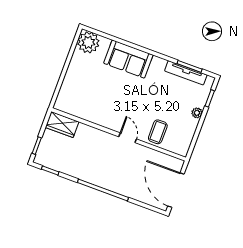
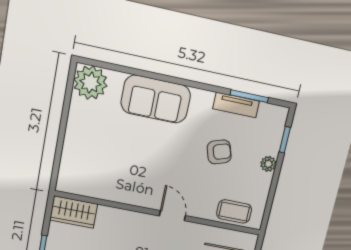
tv unit: (186, 73) -> (236, 105), width x0.71
armchair: (165, 100) -> (219, 152), added
coffee table: (158, 132) -> (234, 211), moved, turned 90

